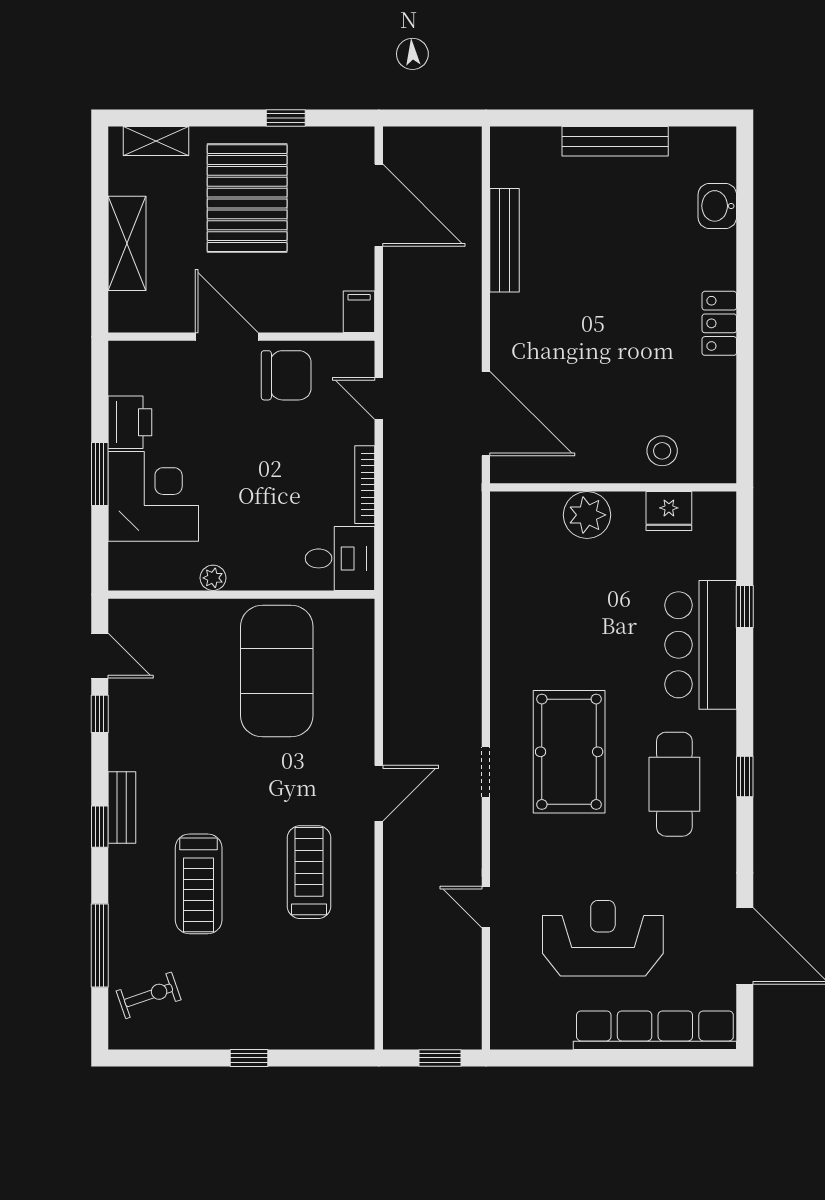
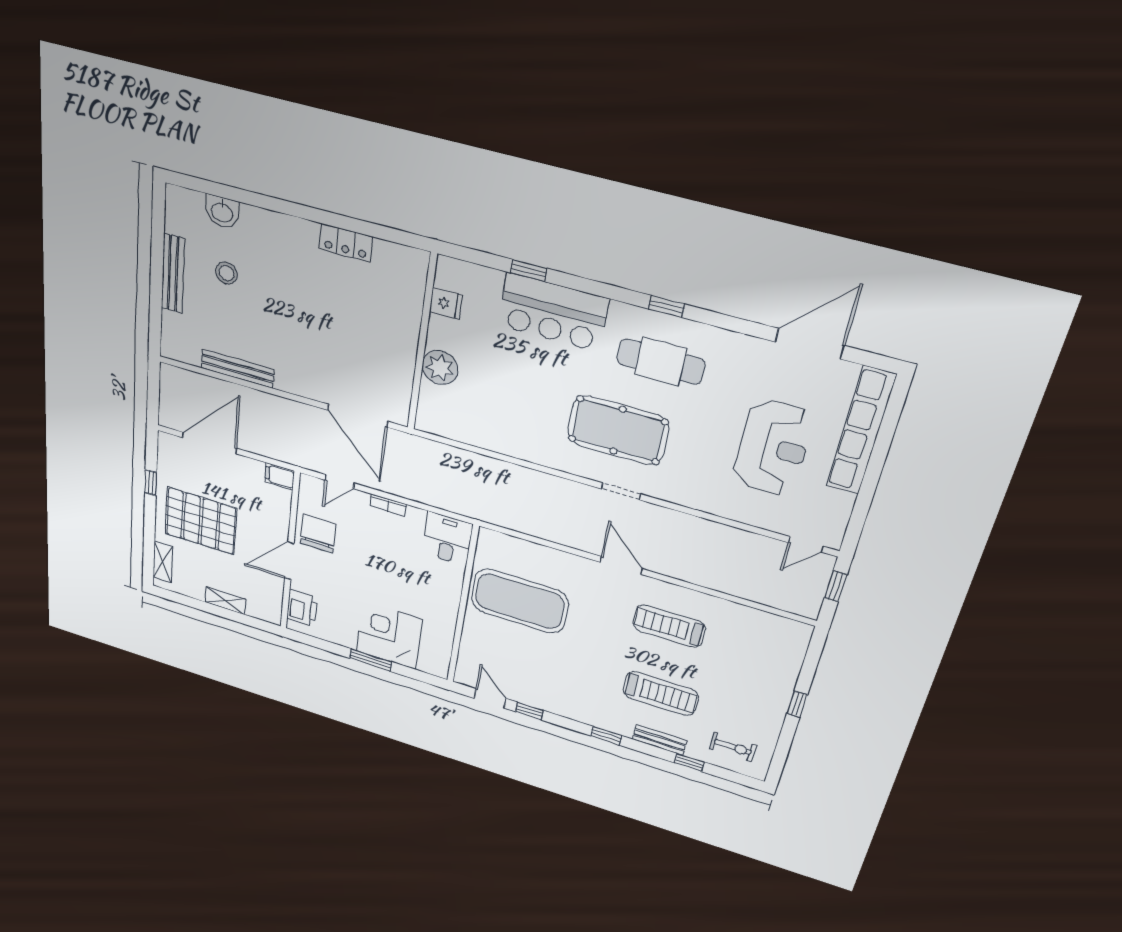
shelving: (127, 243) -> (225, 601), width x0.67, depth x0.75
locker: (719, 323) -> (346, 243), moved
door: (486, 414) -> (358, 416), swing flipped
printer: (130, 422) -> (302, 608), moved, turned 90
stool: (662, 451) -> (226, 273), moved
bookcase: (365, 485) -> (388, 505), width x0.64
fridge: (669, 511) -> (446, 303), width x0.72
plant: (213, 578) -> (449, 618), removed
door: (100, 656) -> (490, 698), hinge flipped
bench: (122, 808) -> (660, 740), moved
door: (486, 907) -> (806, 544), moved
reception desk: (603, 938) -> (773, 448), turned 180
window: (100, 945) -> (689, 762), width x0.46
exercise bike: (149, 995) -> (733, 747), turned 109

